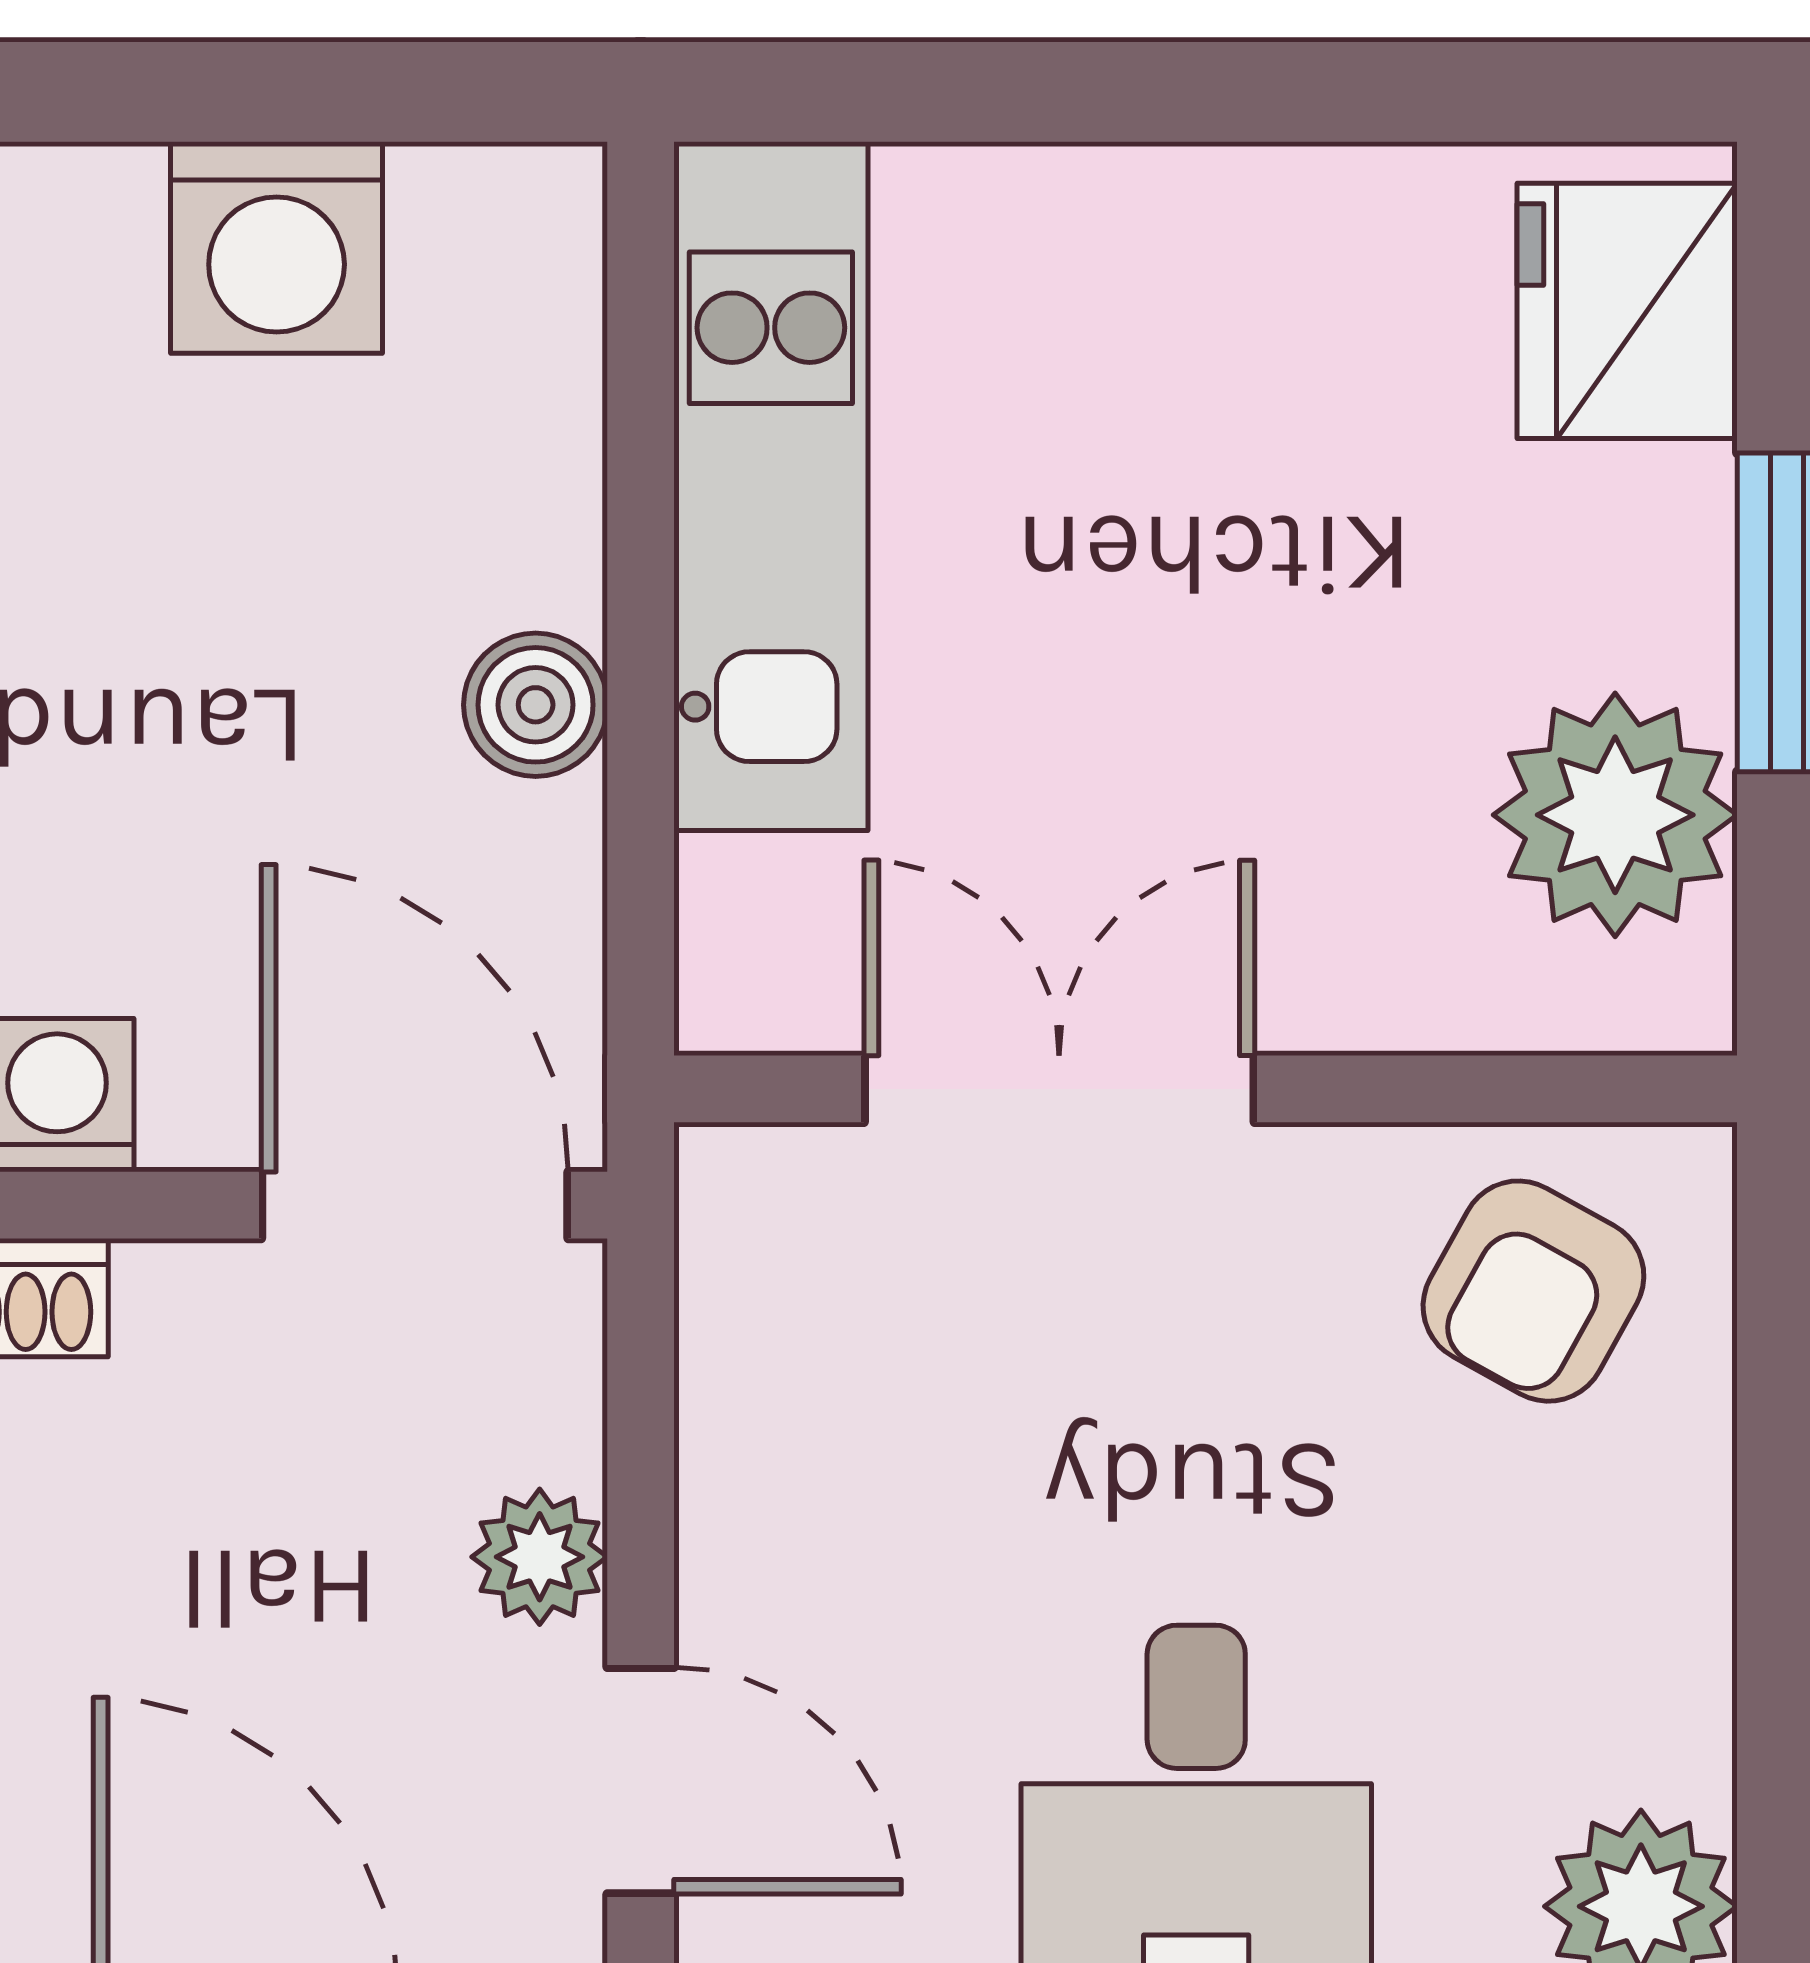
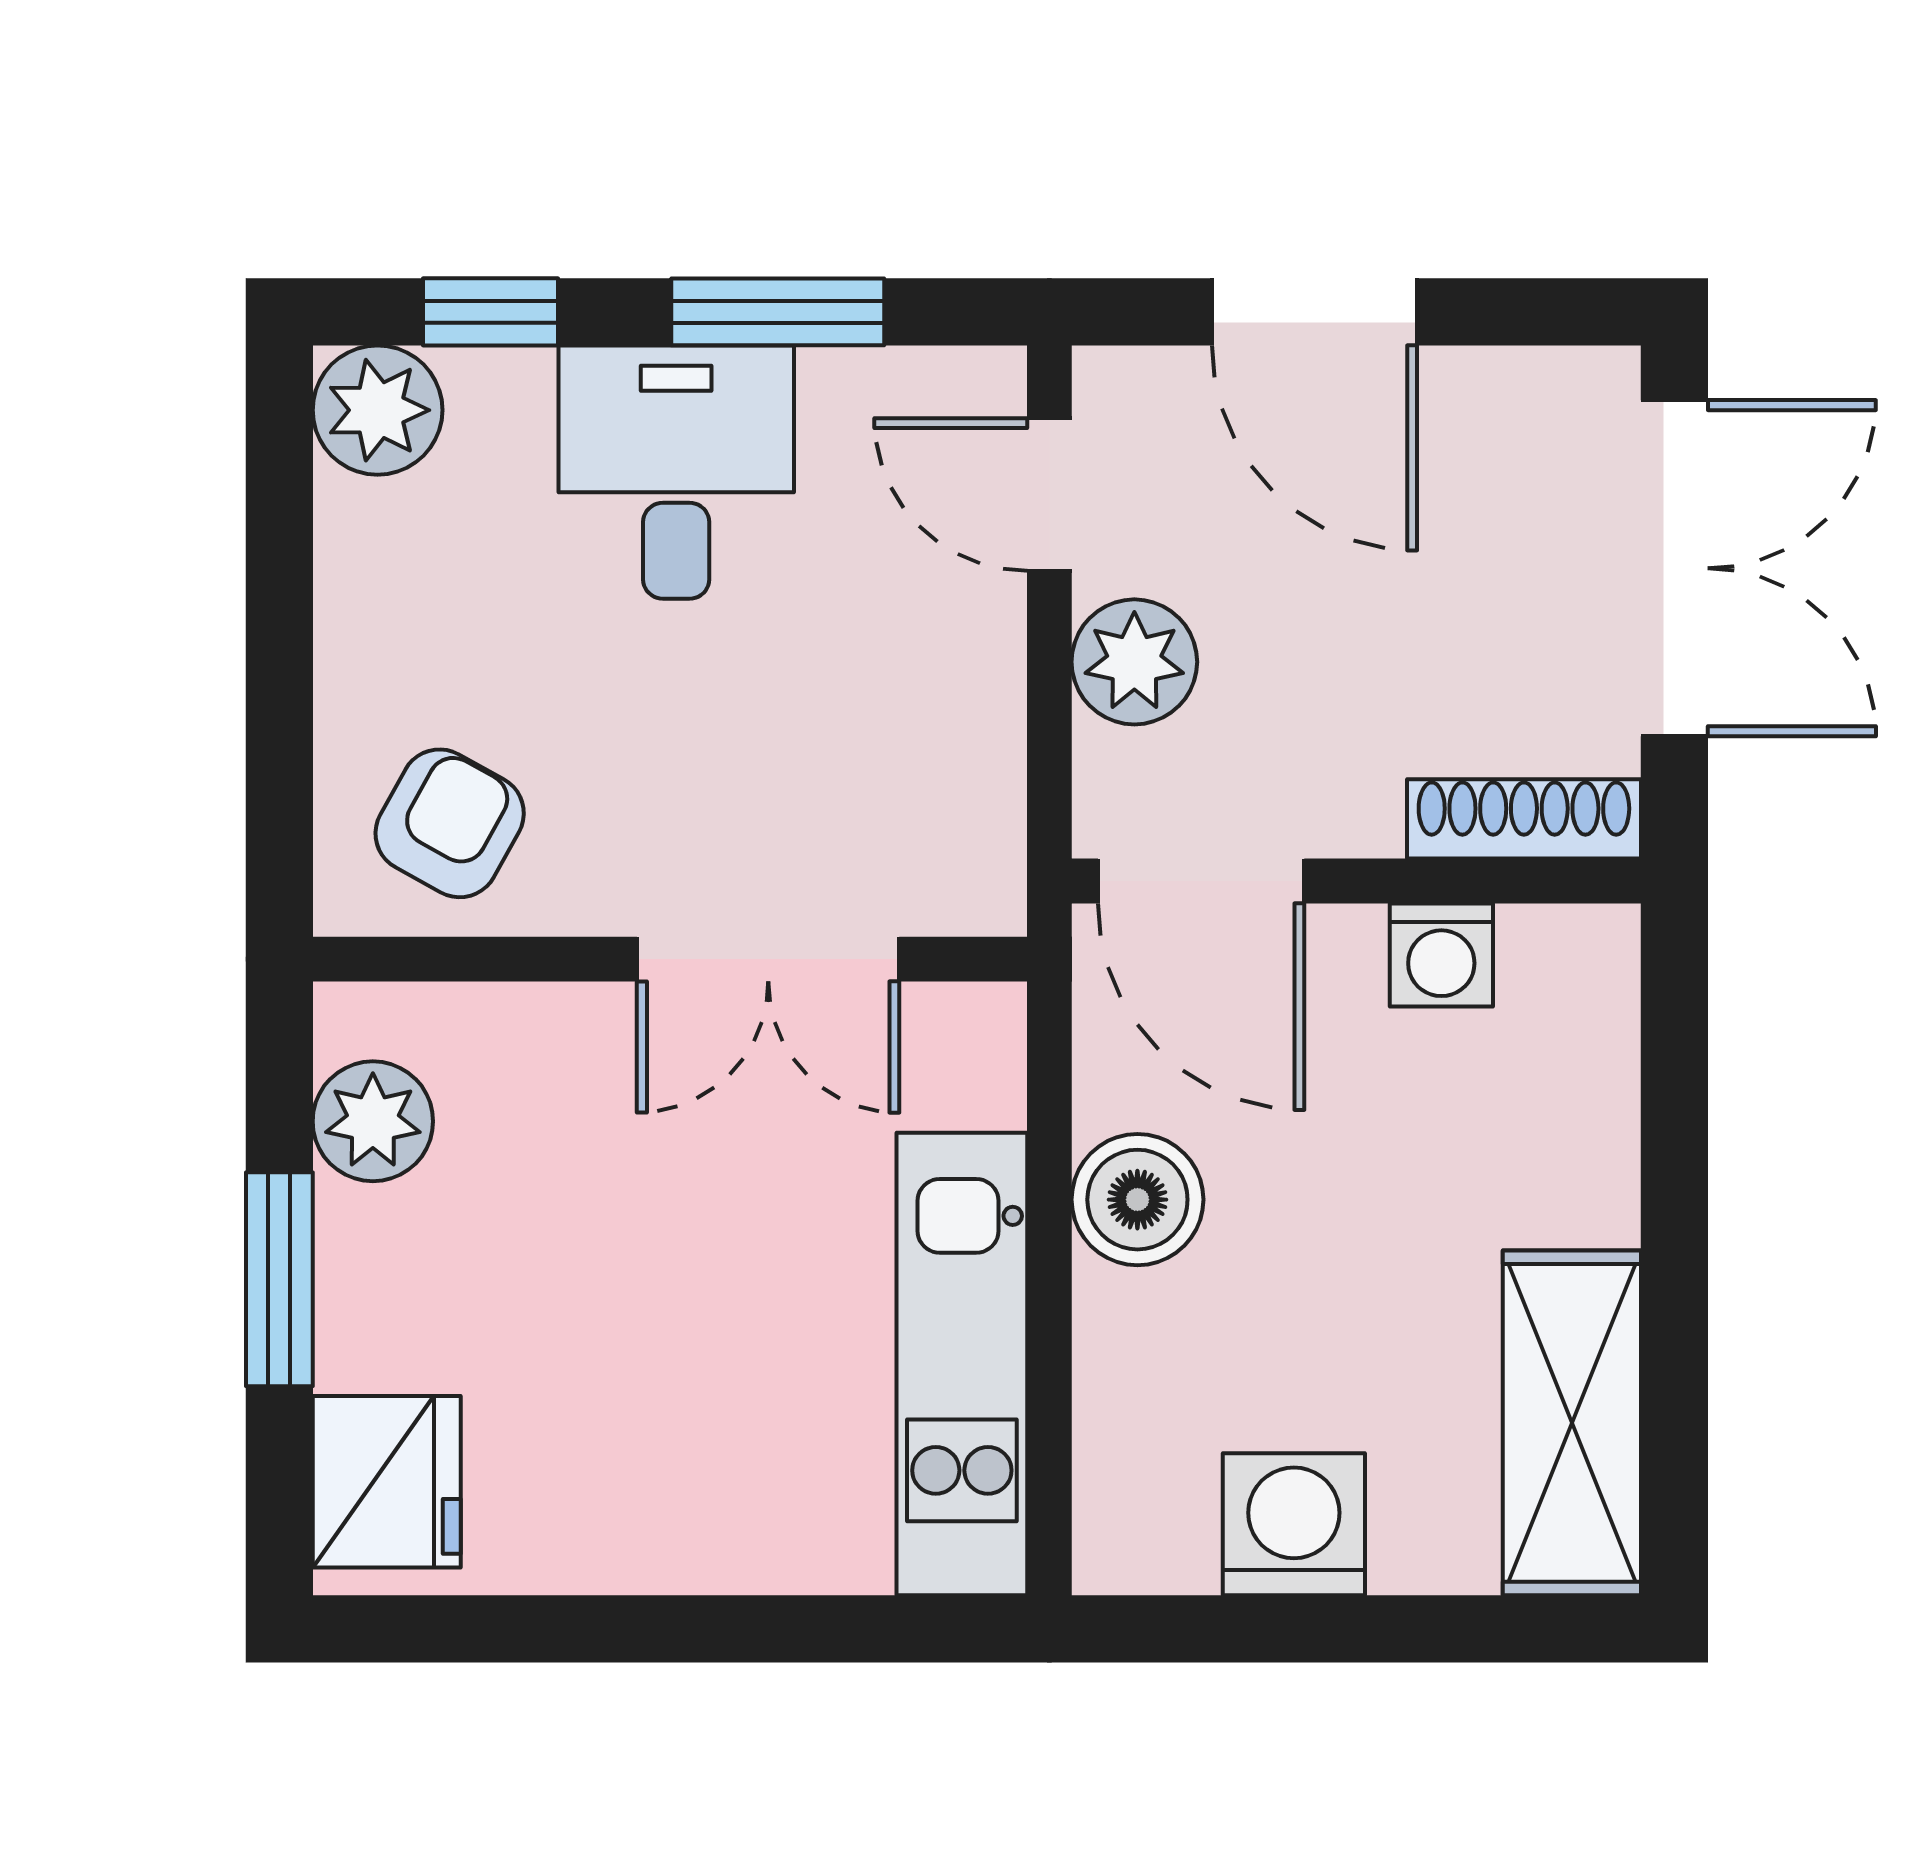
boiler: (536, 705) -> (1137, 1200), width x1.36, depth x1.36
plant: (1615, 815) -> (373, 1121), width x0.73, depth x0.73
plant: (540, 1557) -> (1134, 662), width x1.38, depth x1.38

